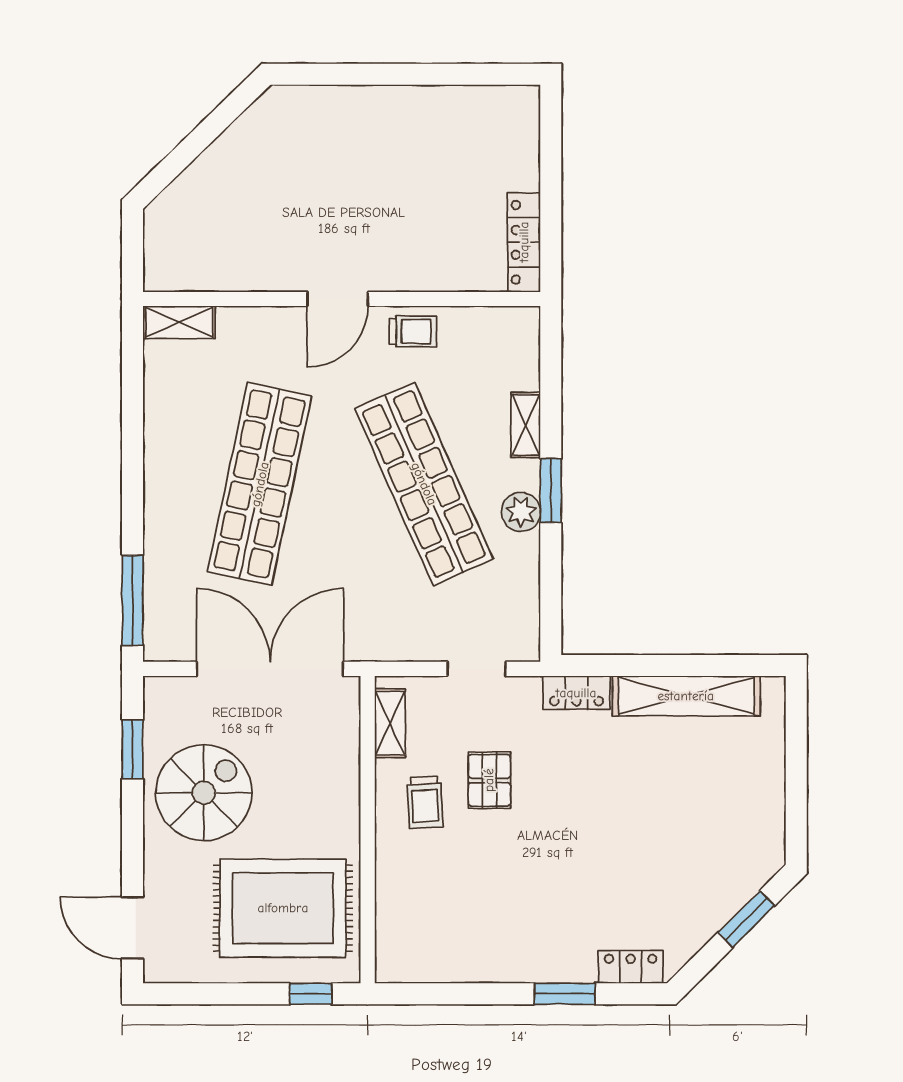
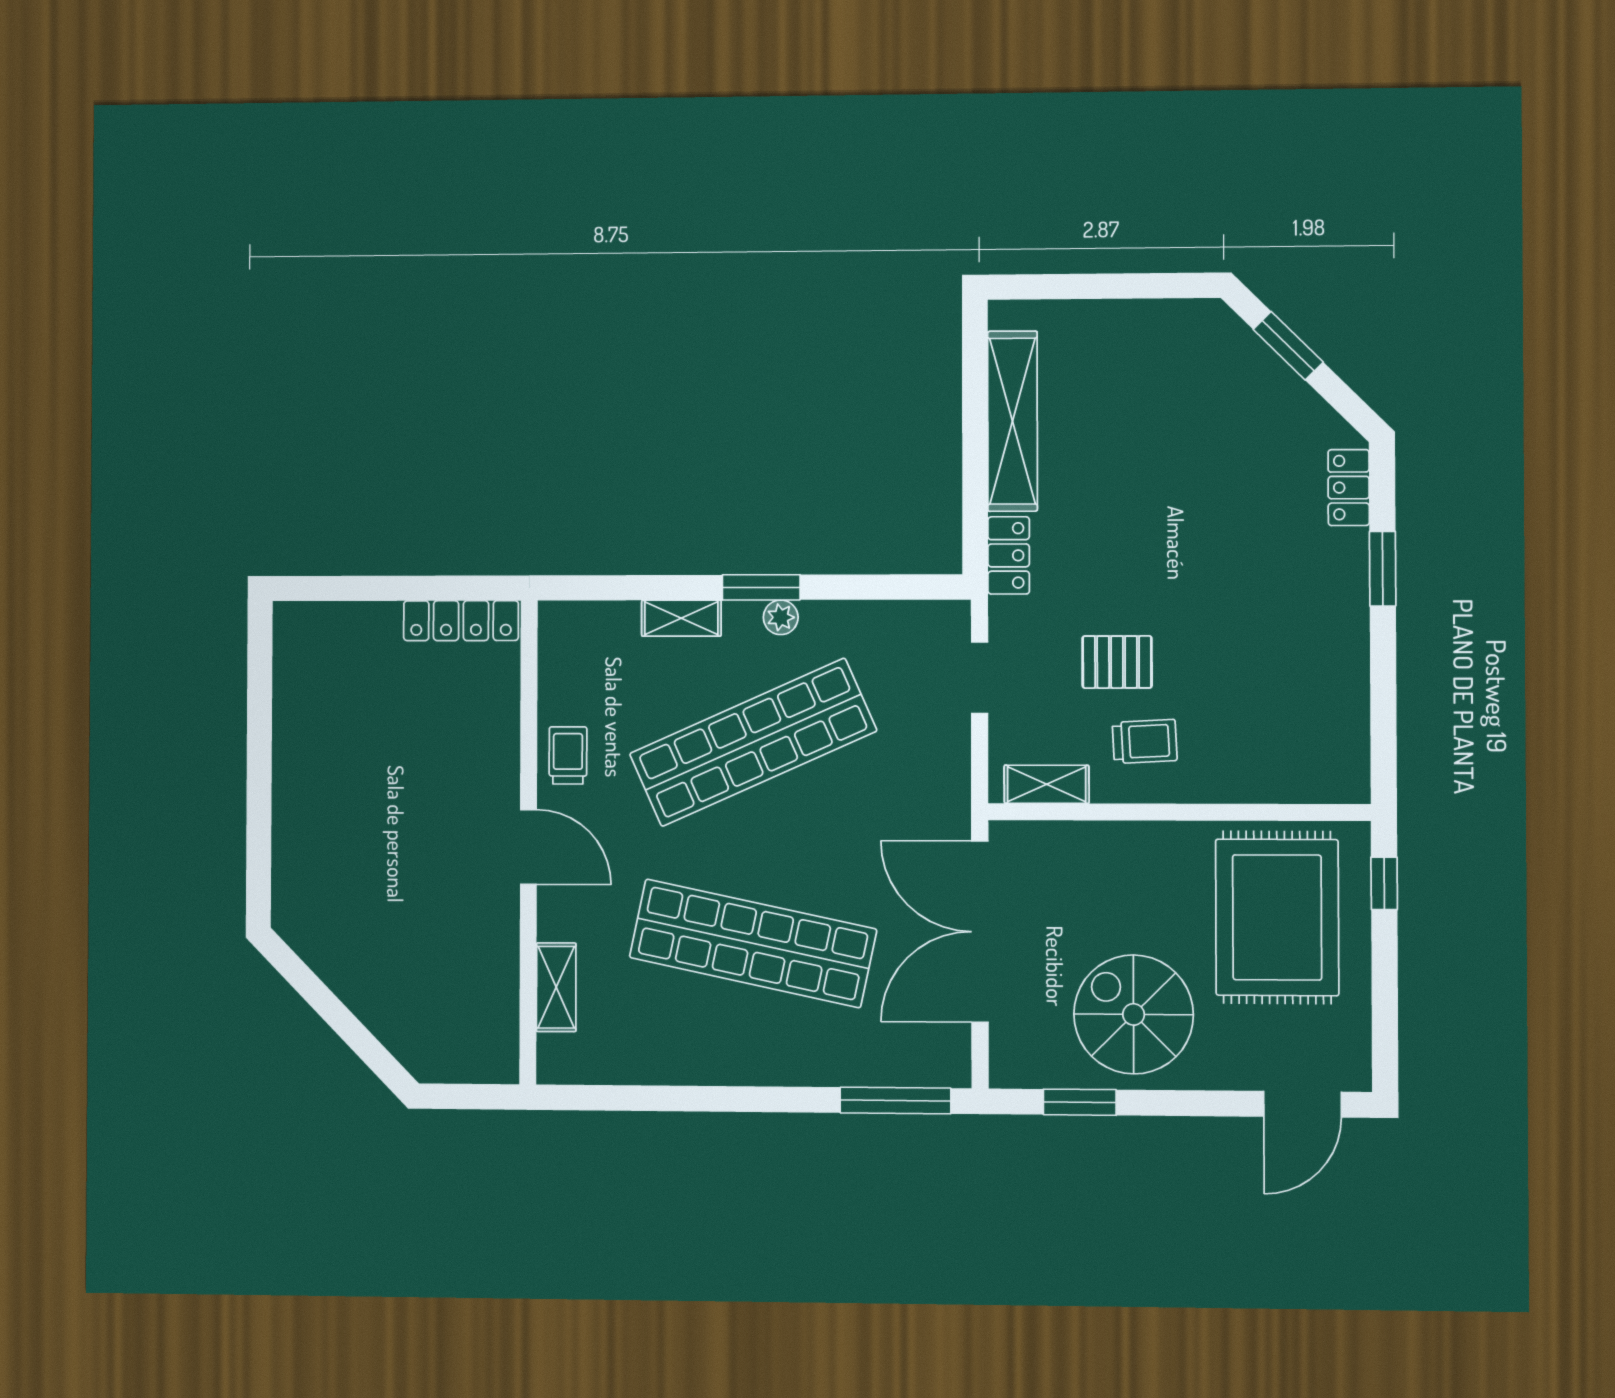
shelving: (179, 322) -> (556, 987), moved
plant: (521, 512) -> (781, 617), width x0.73, depth x0.73

